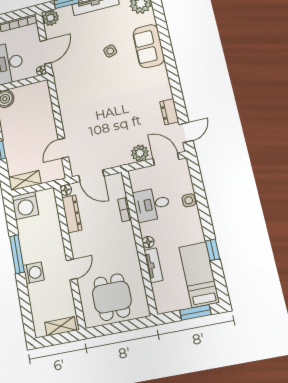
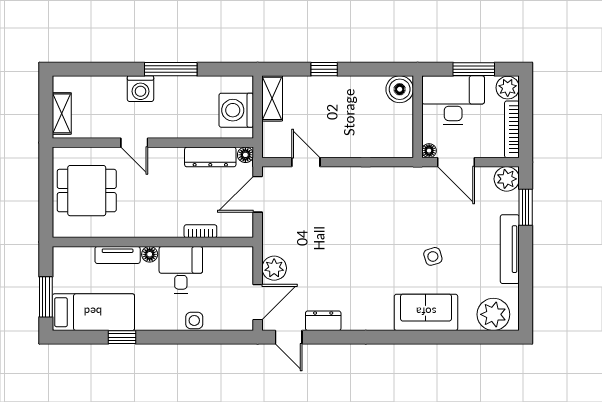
desk: (152, 204) -> (181, 270), moved
washing machine: (25, 206) -> (236, 110), moved

